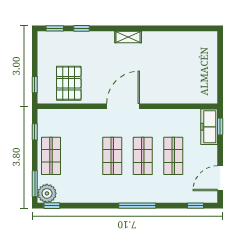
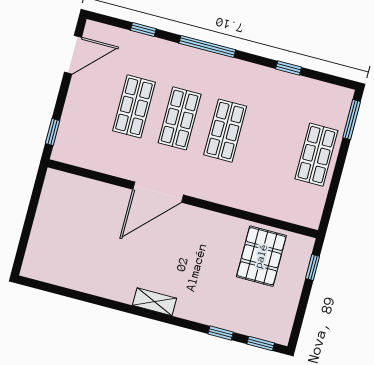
door: (123, 106) -> (158, 192), moved
freezer: (209, 127) -> (69, 136), removed
window: (35, 132) -> (331, 197), removed
plant: (47, 193) -> (337, 100), removed
window: (52, 206) -> (289, 68), moved
window: (196, 206) -> (143, 30), moved

